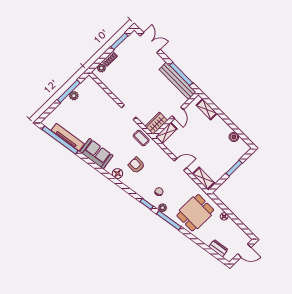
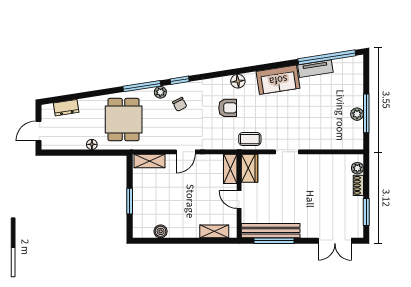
tv unit: (68, 137) -> (315, 69), width x0.71

